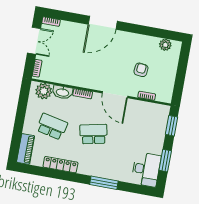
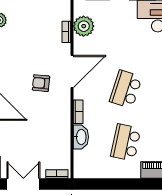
armchair: (141, 70) -> (41, 83), moved
plant: (44, 91) -> (84, 26), moved
school desk: (94, 134) -> (126, 89), turned 30

